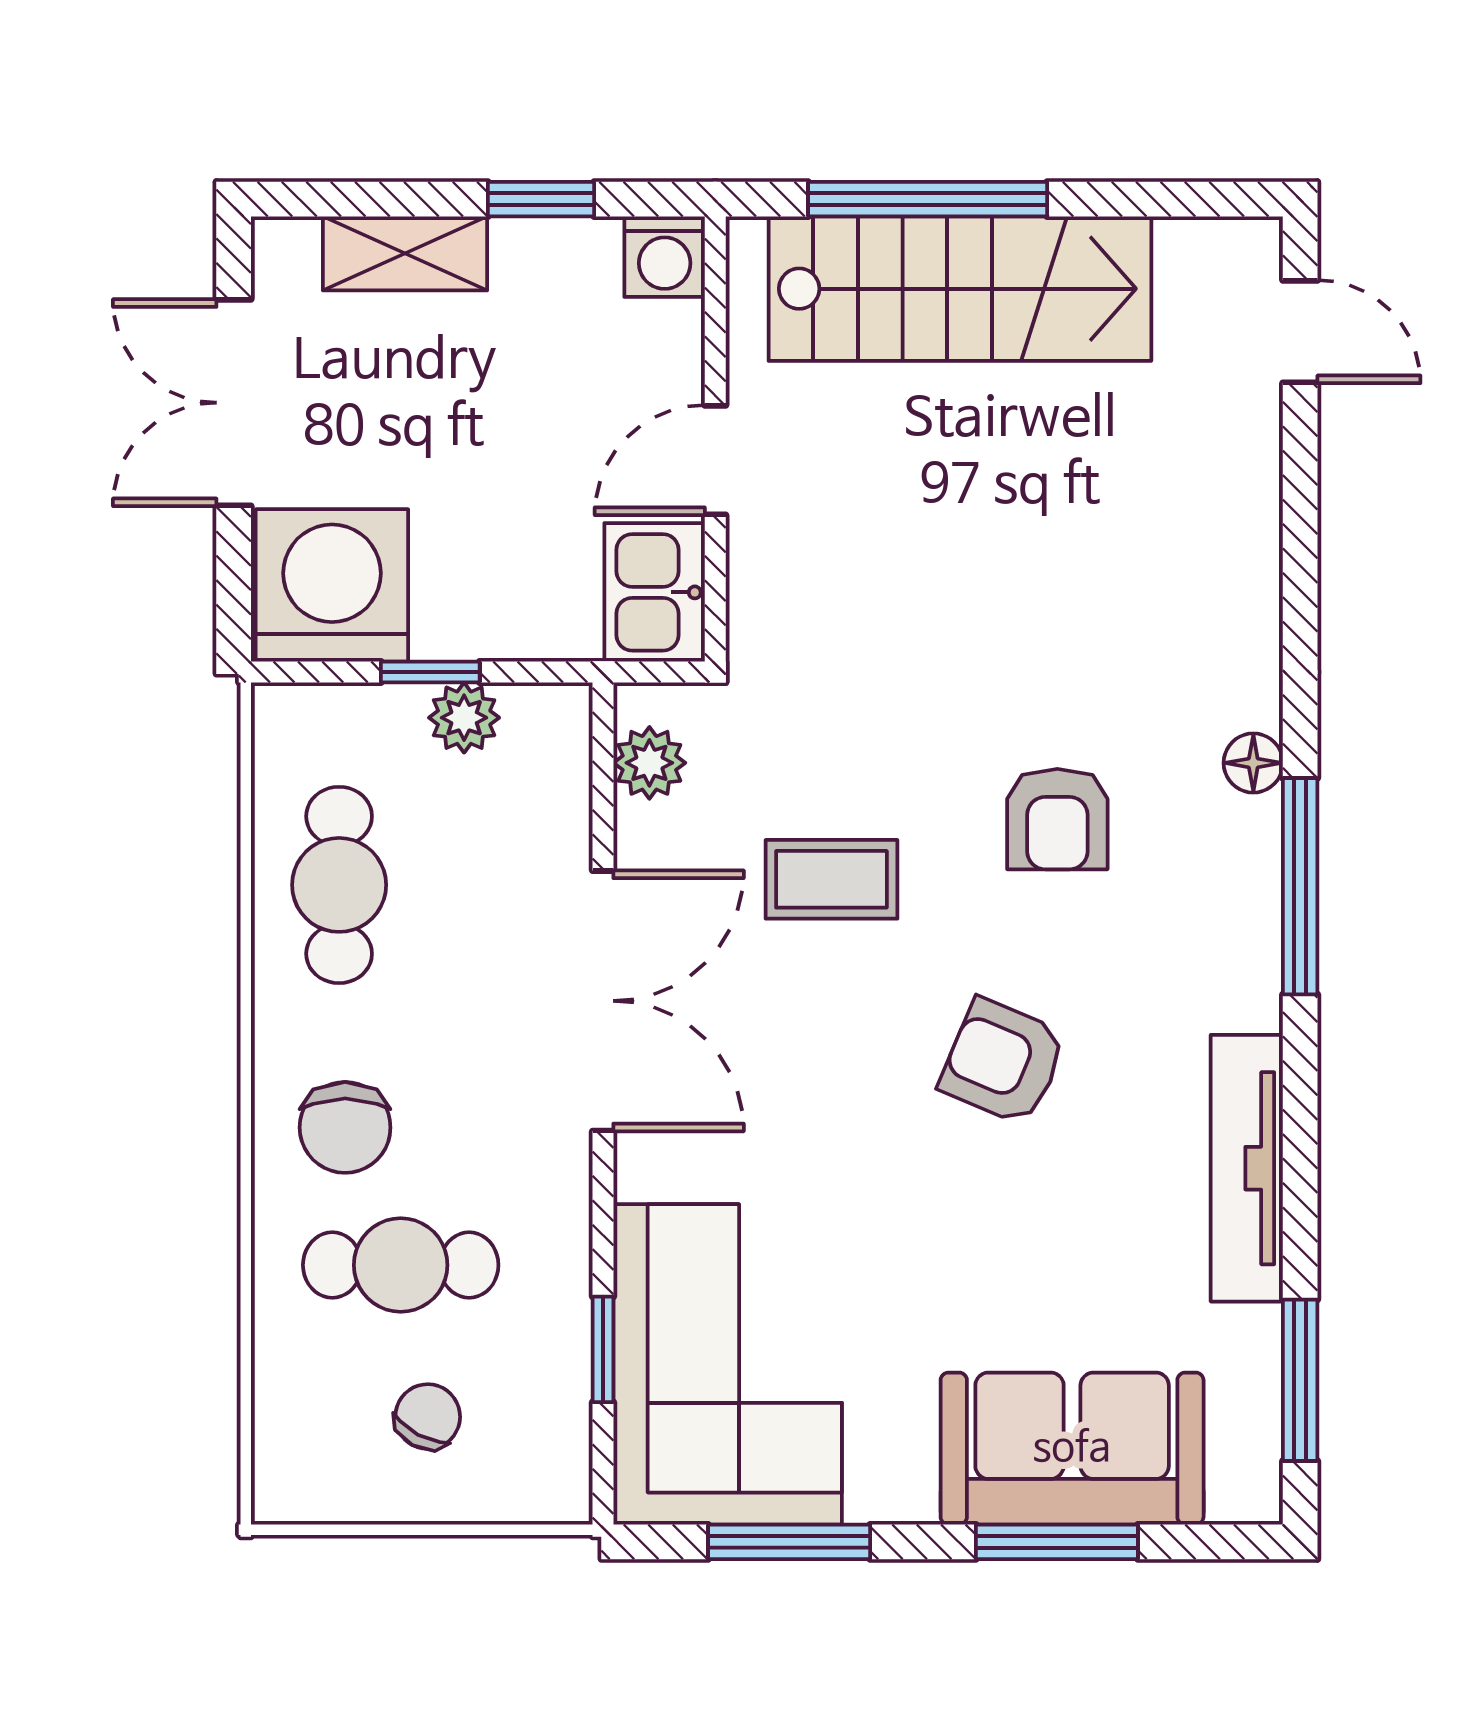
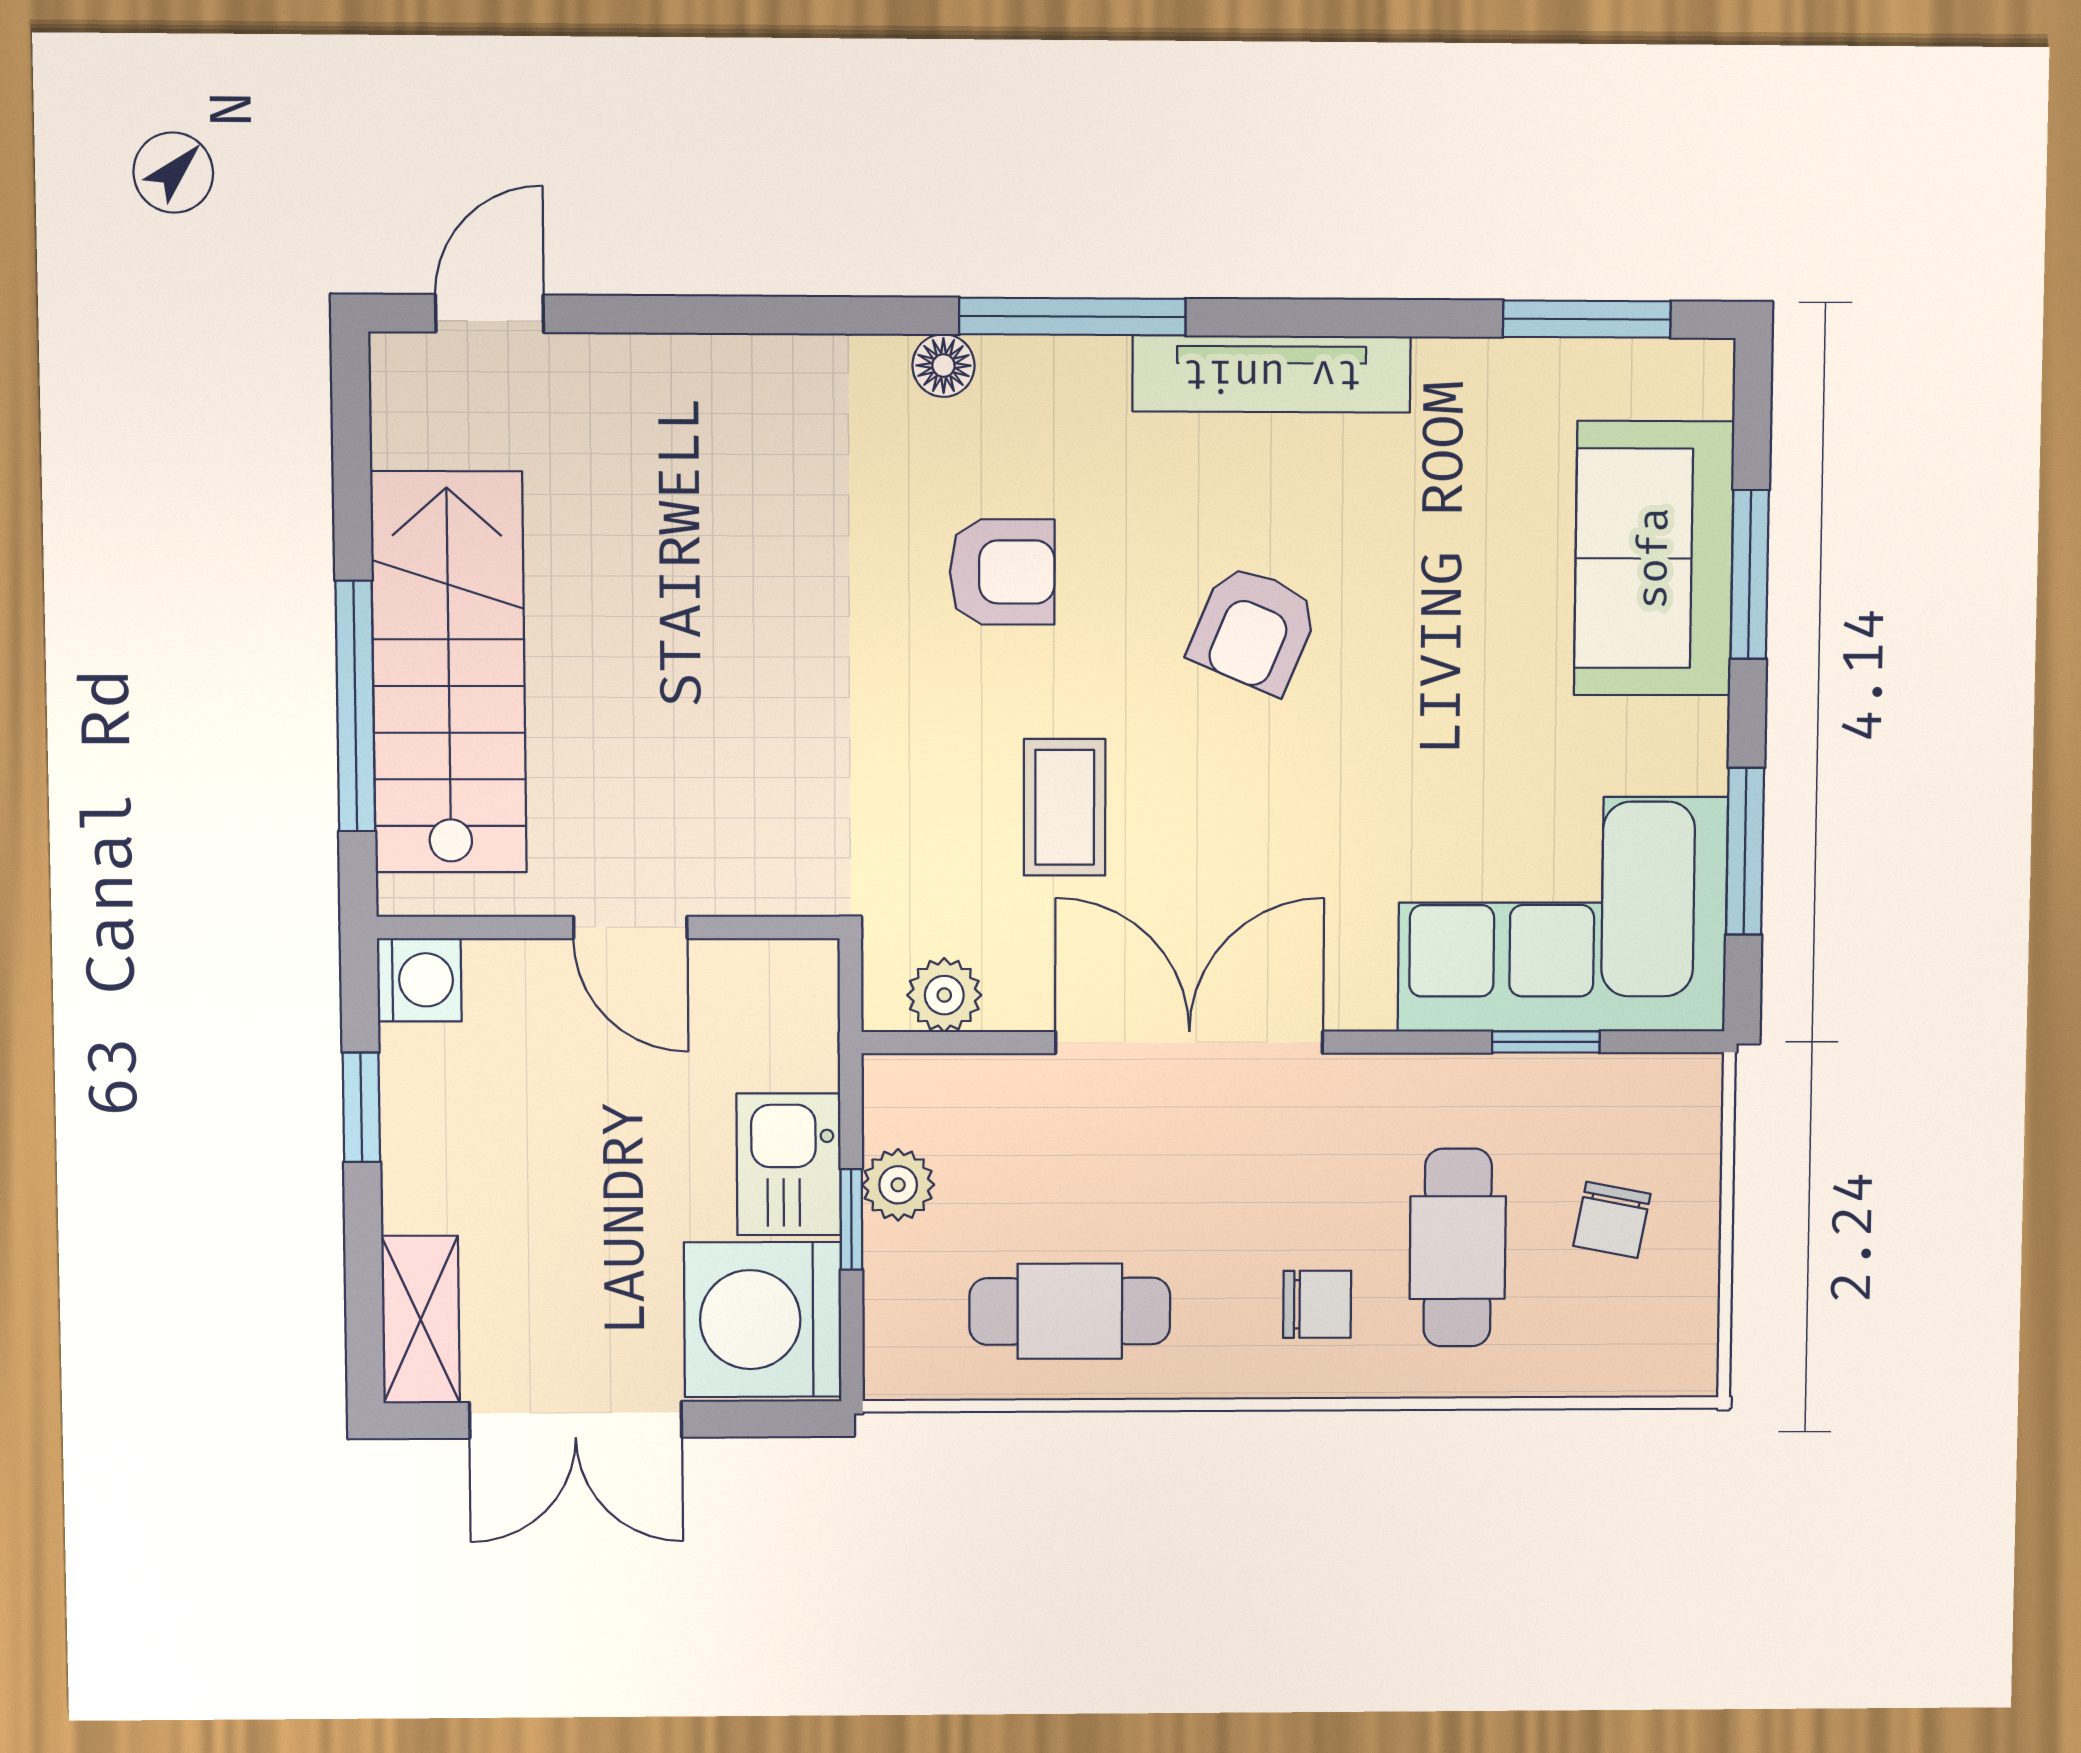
shelving: (405, 253) -> (421, 1320), moved
kitchen sink: (655, 592) -> (789, 1164), moved, turned 90
chair: (345, 1127) -> (1317, 1304), width x0.73, depth x0.73
tv unit: (1247, 1168) -> (1272, 374), moved
chair: (428, 1417) -> (1612, 1220), turned -107

